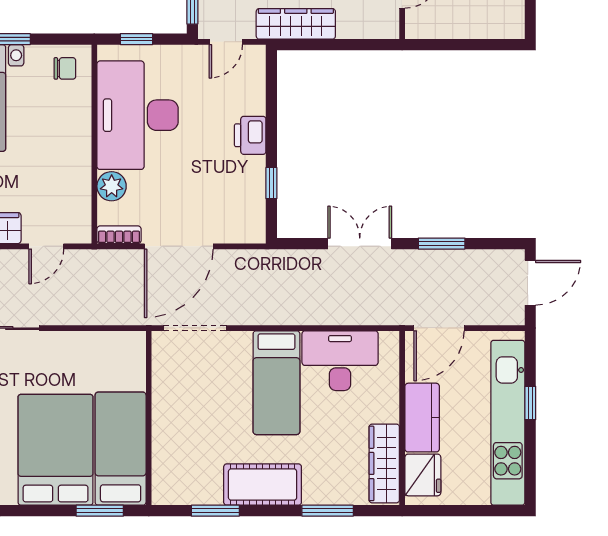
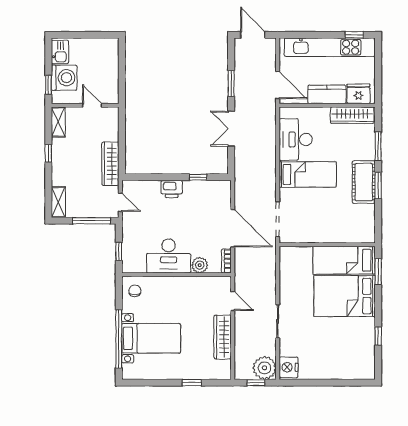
desk: (138, 115) -> (169, 256), width x0.73, depth x0.77
window: (530, 403) -> (354, 35), moved
window: (215, 511) -> (378, 186), moved

